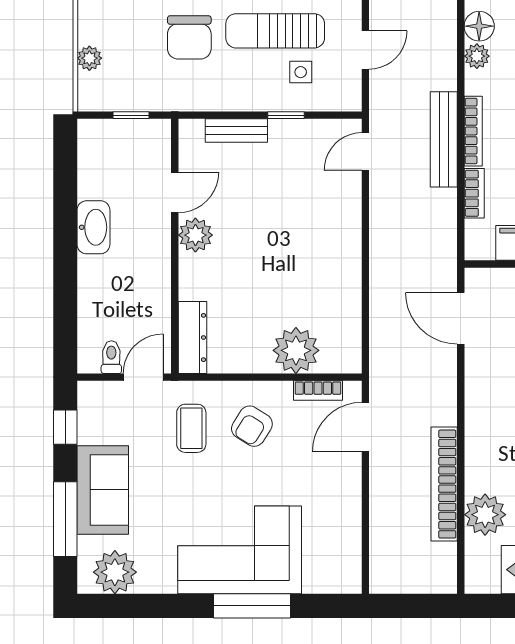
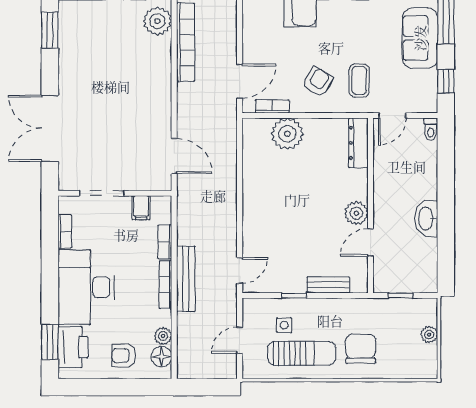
toilet: (111, 357) -> (431, 129), moved

